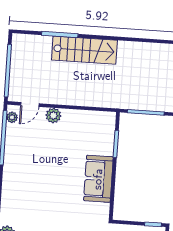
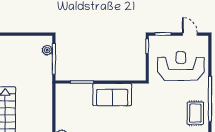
plant: (157, 105) -> (47, 50), added

